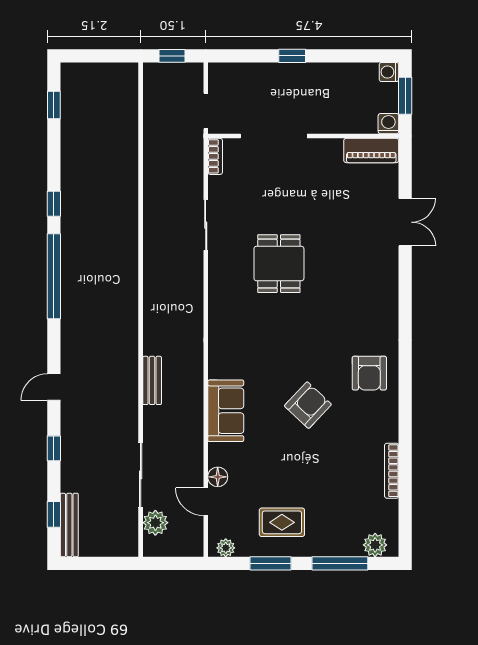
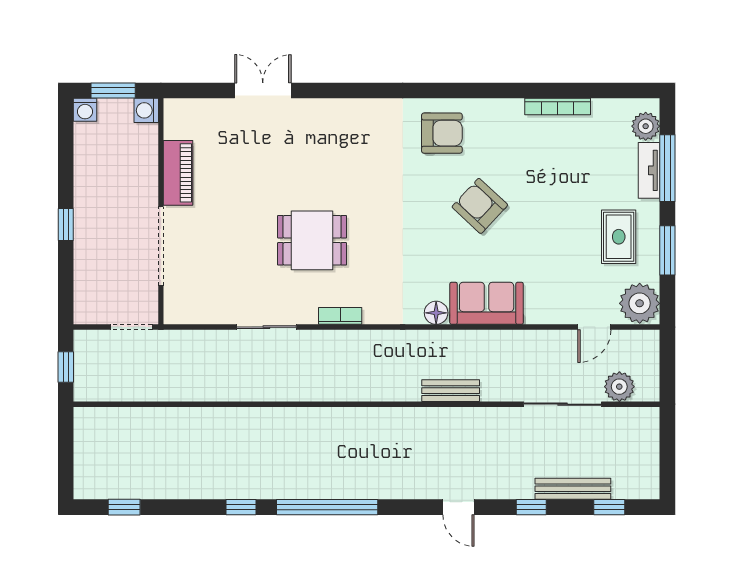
piano: (371, 150) -> (178, 173), moved
bookcase: (215, 156) -> (340, 316), moved
floor lamp: (218, 477) -> (436, 313), moved
bench: (69, 525) -> (573, 489), moved
plant: (226, 548) -> (640, 303), width x1.87, depth x1.87
tv unit: (338, 548) -> (649, 170), added

